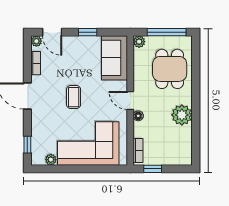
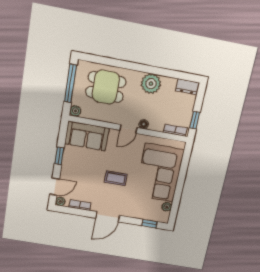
dresser: (186, 154) -> (188, 87), added

